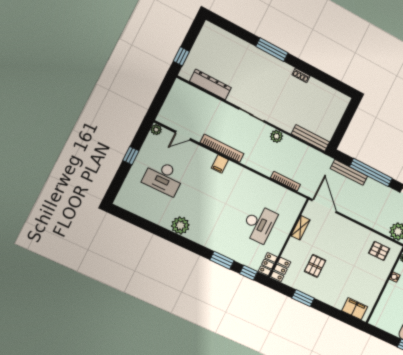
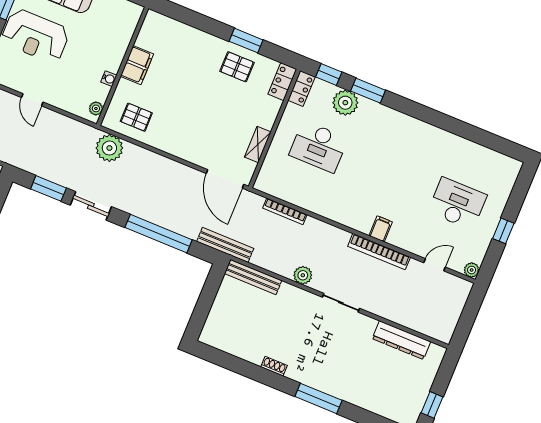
window: (181, 56) -> (432, 405), moved
bench: (349, 172) -> (225, 245), moved
desk: (259, 224) -> (318, 147), turned -90
plant: (180, 225) -> (345, 103), moved
pallet: (315, 266) -> (237, 67), moved, turned 90
filing cabinet: (355, 309) -> (137, 65), moved, turned -90

